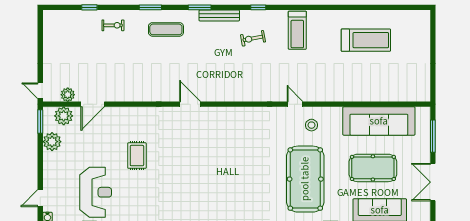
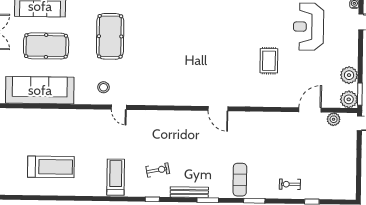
exercise mat: (166, 29) -> (240, 180), turned 90
treadmill: (366, 40) -> (51, 167), turned 180
plant: (64, 116) -> (349, 99), moved
pool table: (305, 179) -> (110, 36), width x0.73, depth x0.76

